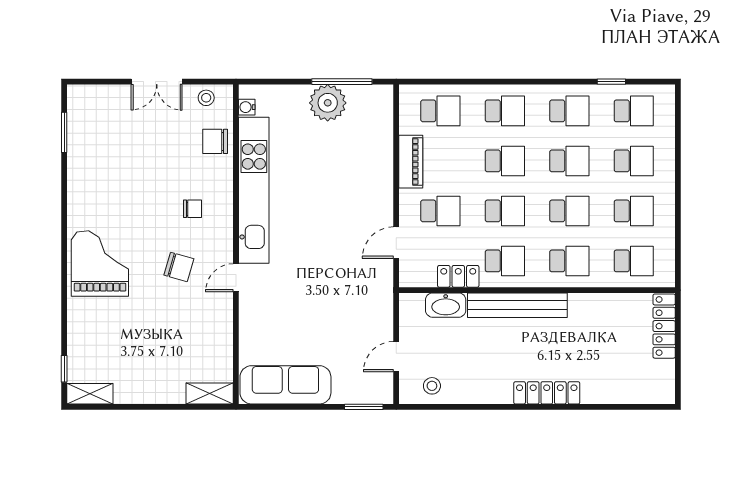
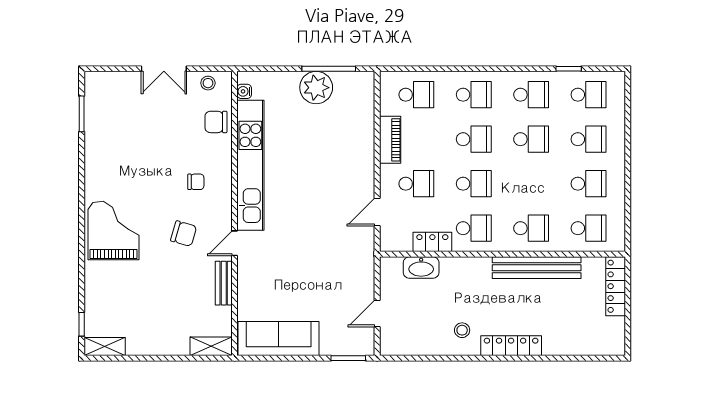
school desk: (569, 211) -> (531, 184), removed
bench: (517, 305) -> (537, 268), moved
bench: (224, 323) -> (224, 283), added
stool: (432, 386) -> (462, 330), moved

